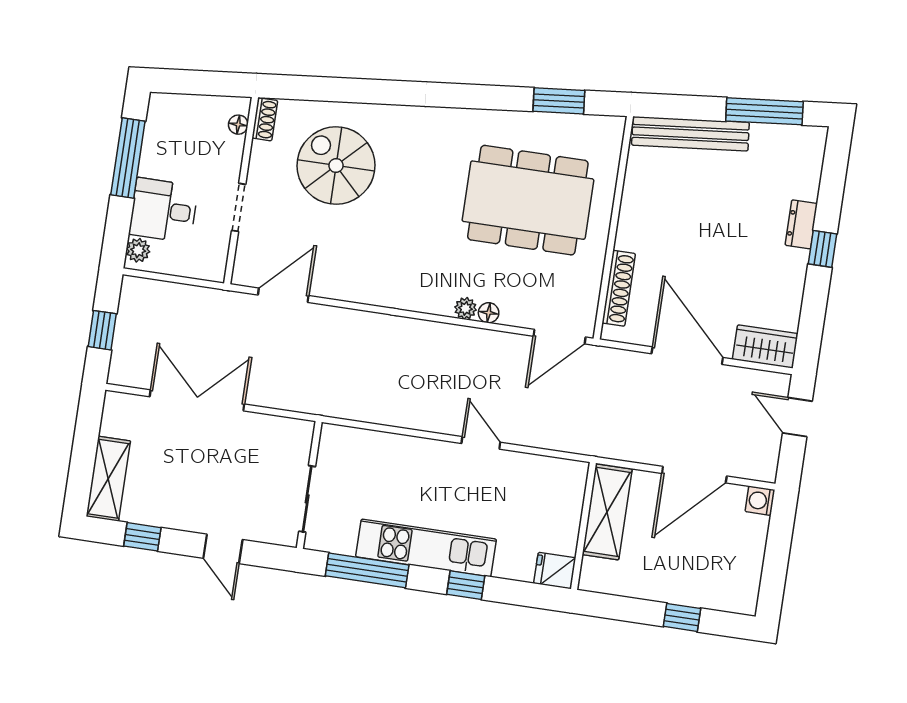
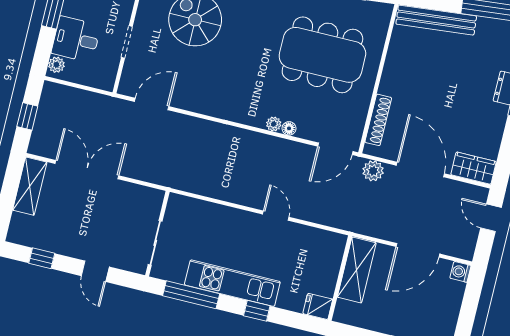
plant: (618, 364) -> (373, 171), added
shelving: (108, 479) -> (30, 186), moved

